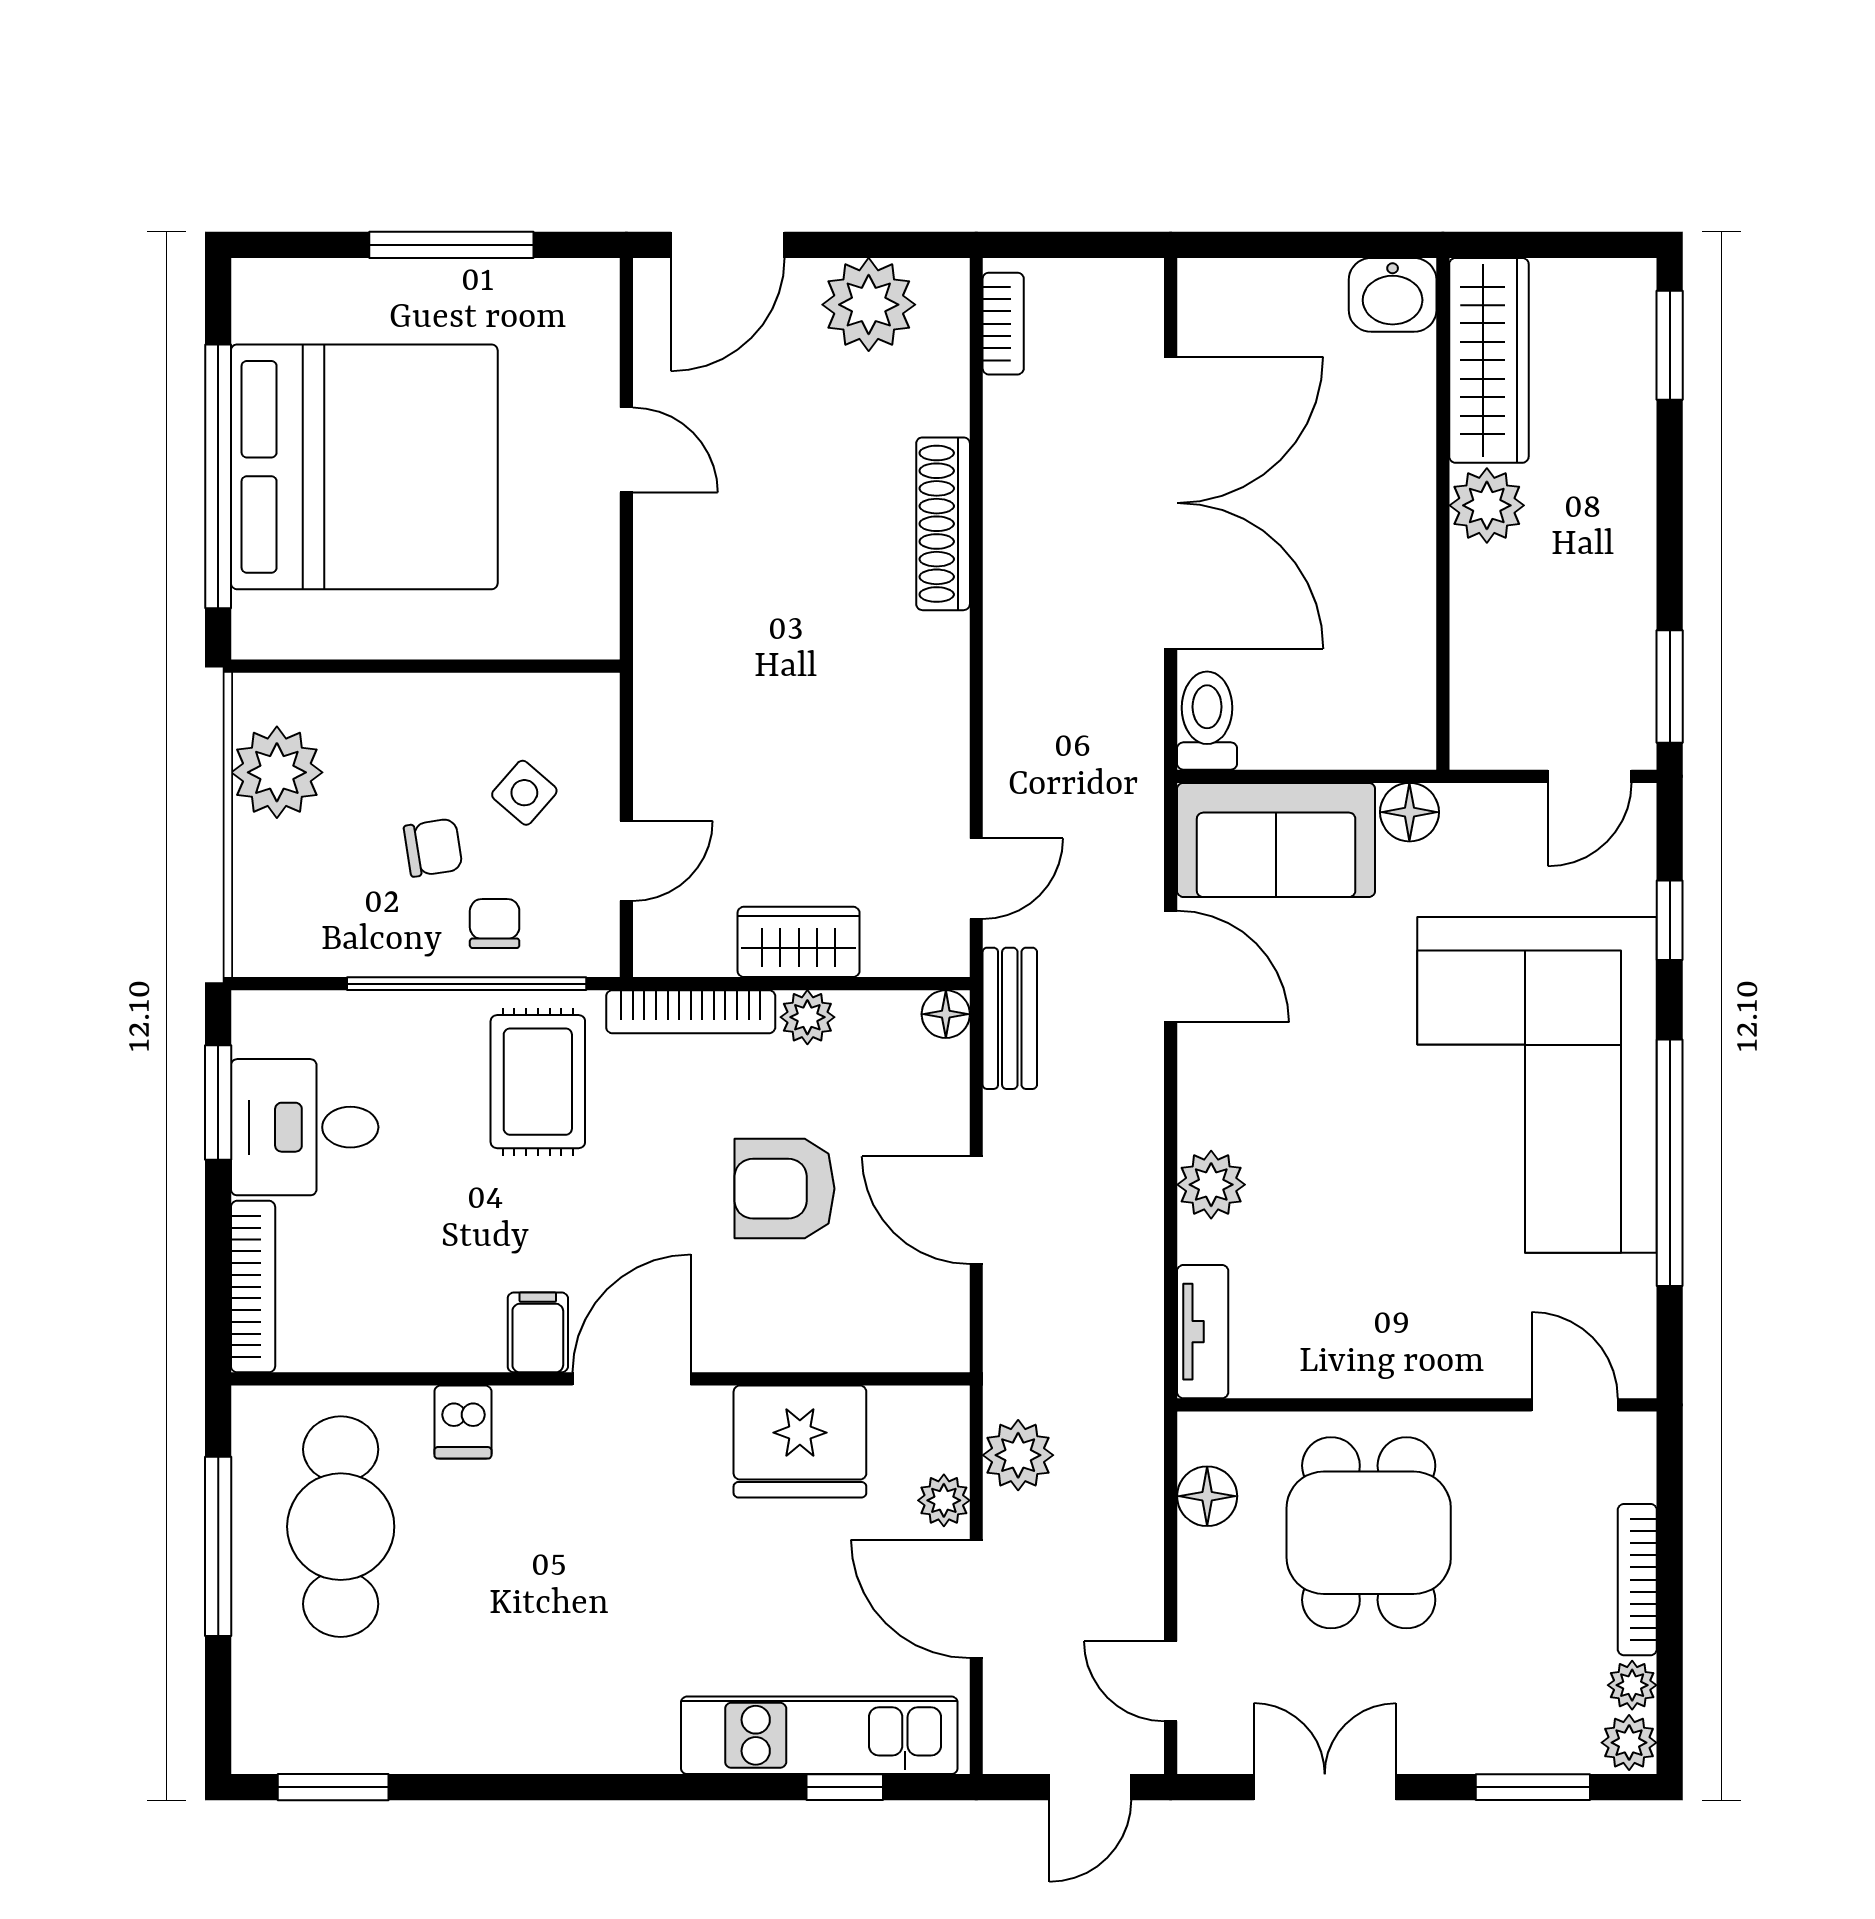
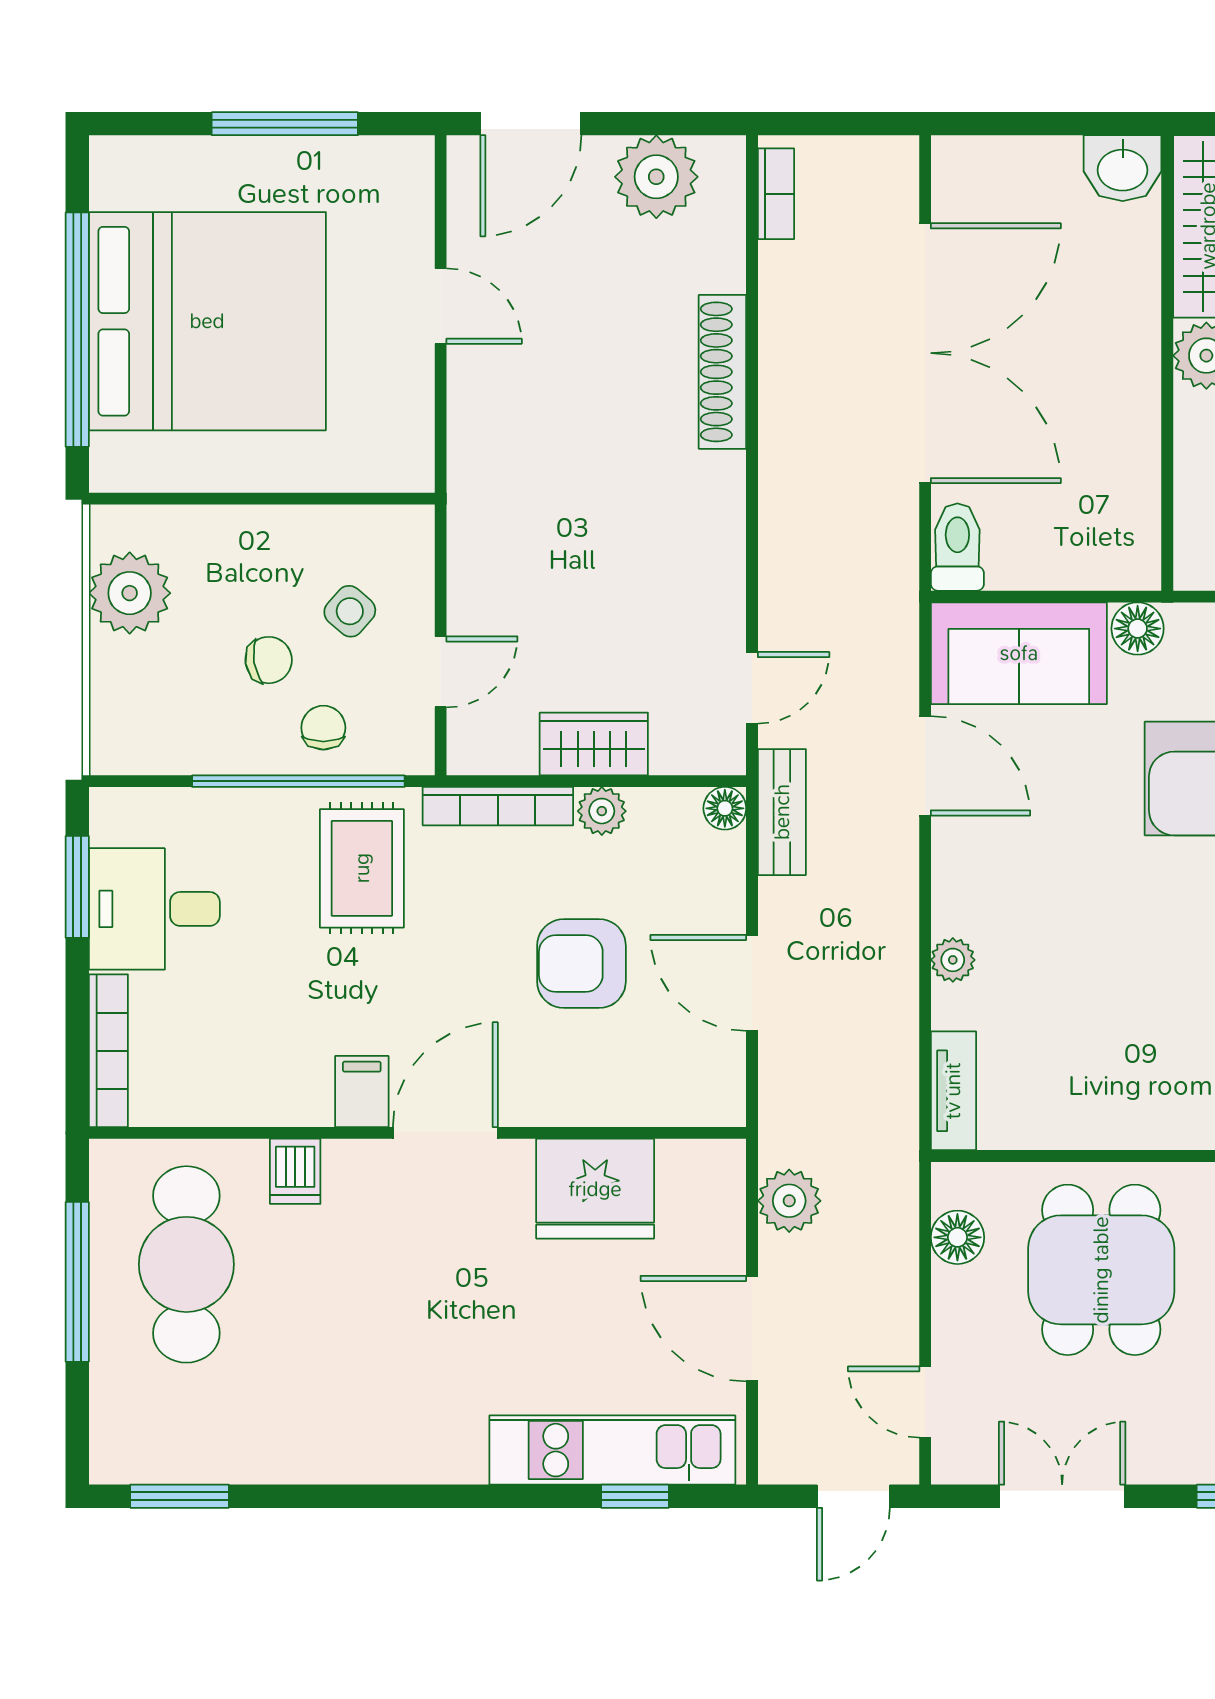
plant: (1211, 1185) -> (953, 960), width x0.73, depth x0.73
plant: (944, 1500) -> (723, 1241), removed

